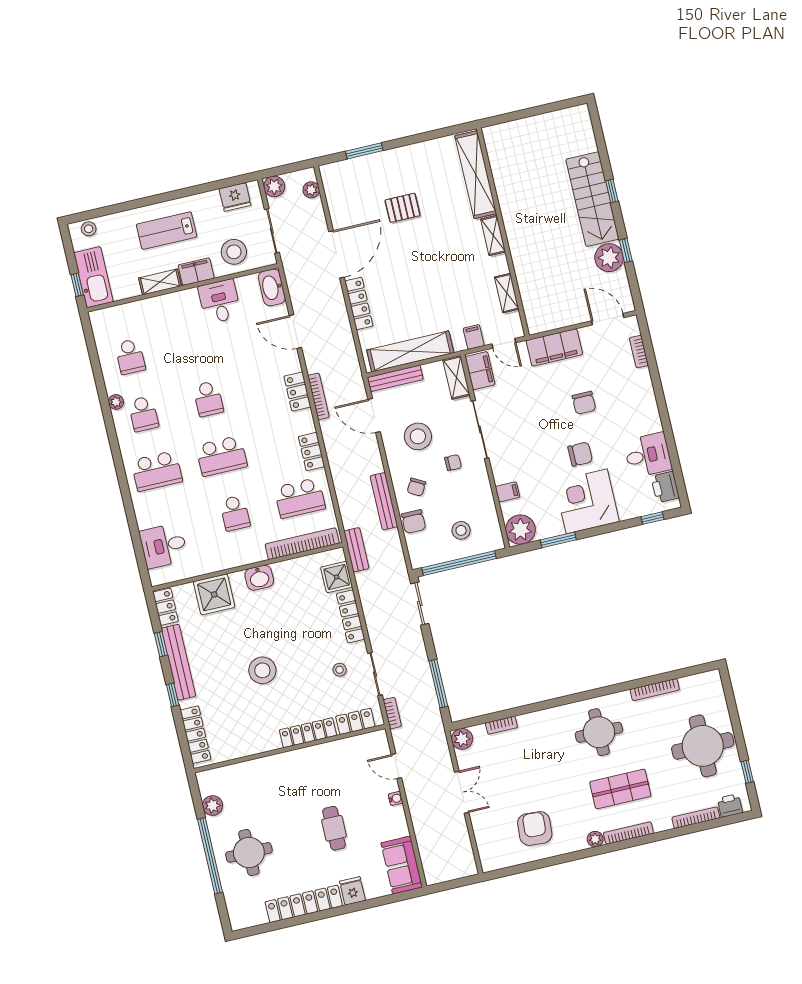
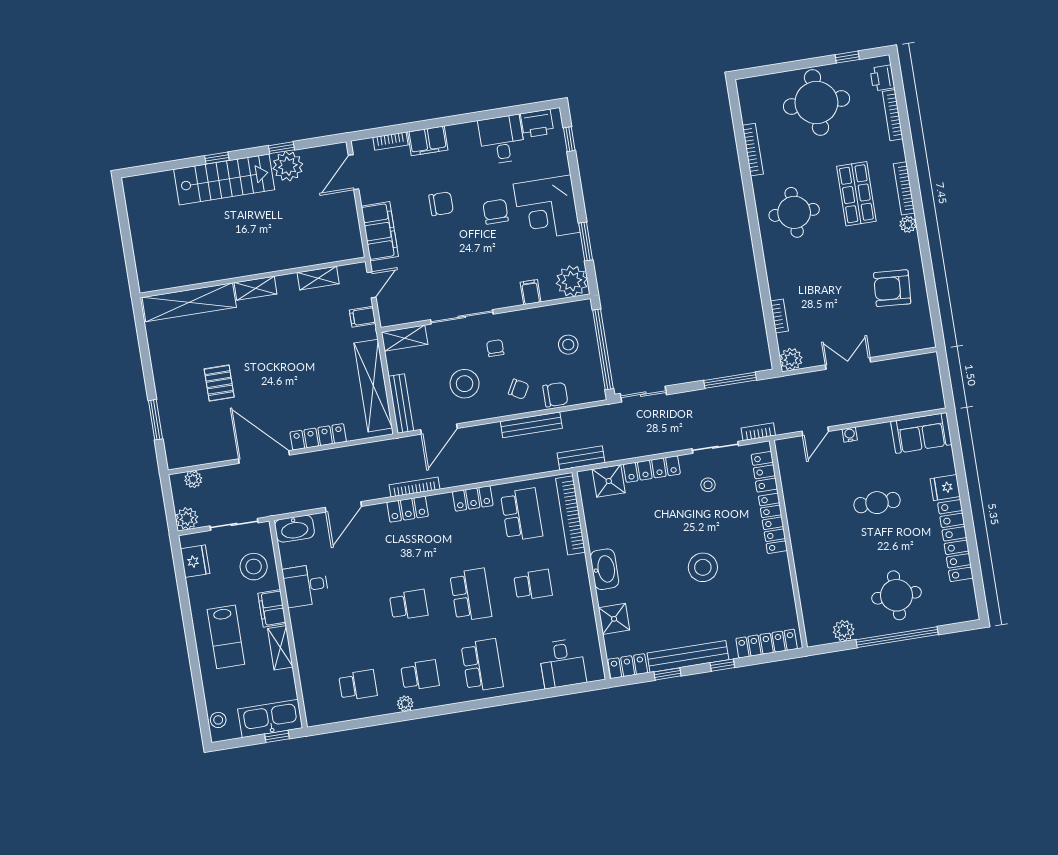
filing cabinet: (480, 371) -> (428, 141), moved, turned 180
washbasin: (259, 578) -> (605, 569), width x1.38
shower: (214, 594) -> (614, 619), width x0.73, depth x0.73

